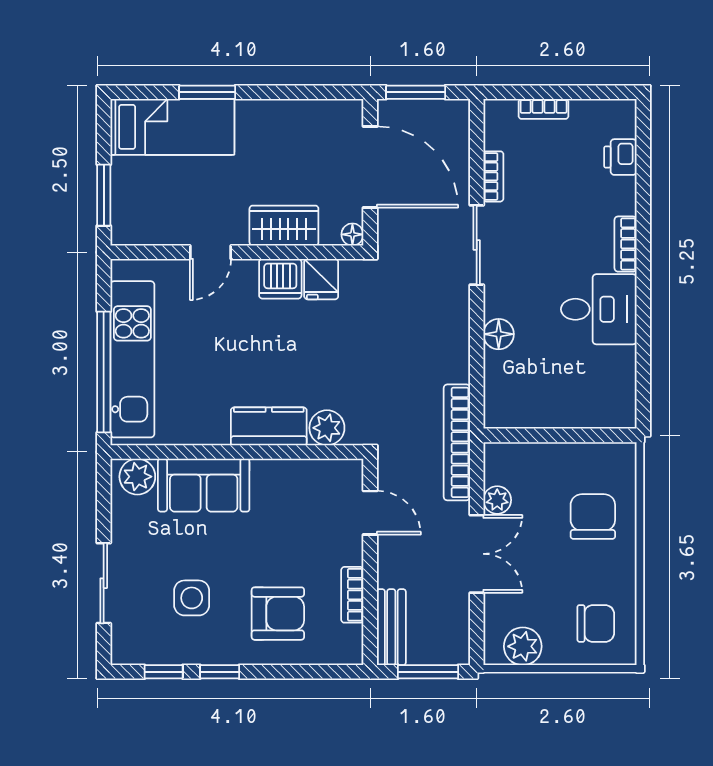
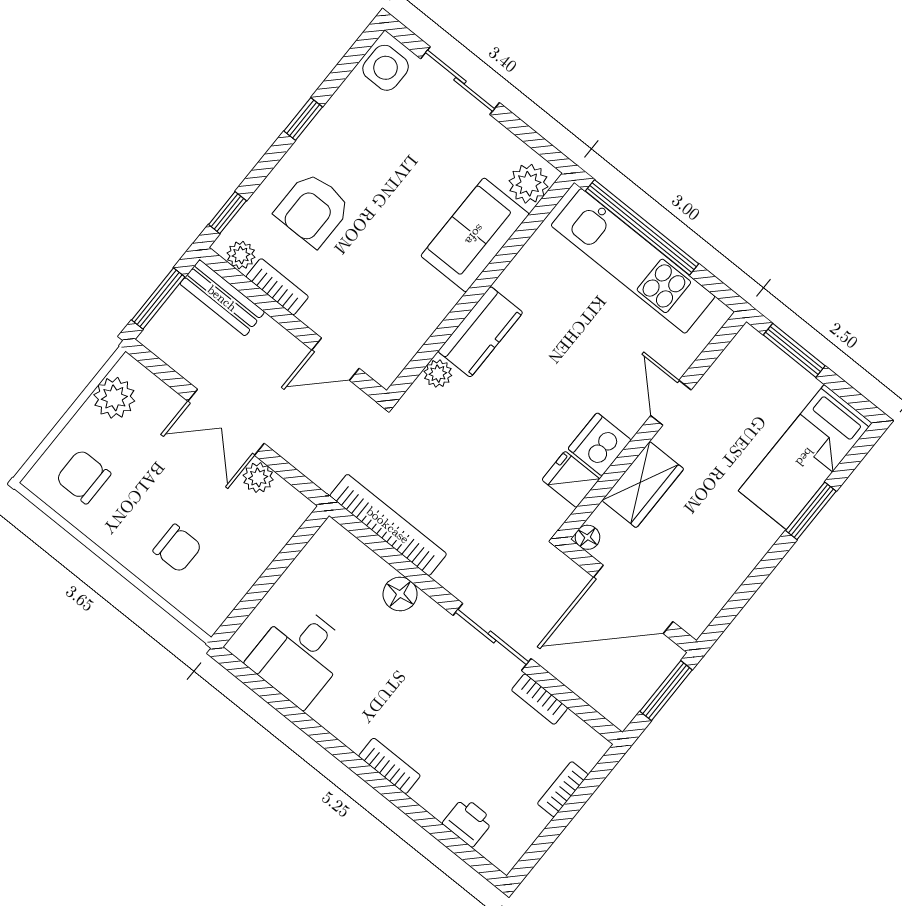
desk: (599, 309) -> (299, 655), moved
plant: (327, 428) -> (438, 374), width x0.73, depth x0.73
bookcase: (457, 442) -> (388, 525), moved
chair: (593, 517) -> (177, 548), width x0.73, depth x0.73
side table: (192, 598) -> (386, 68), moved
chair: (596, 623) -> (83, 477), turned 90
plant: (351, 638) -> (241, 255), added
window: (164, 672) -> (227, 213), moved

